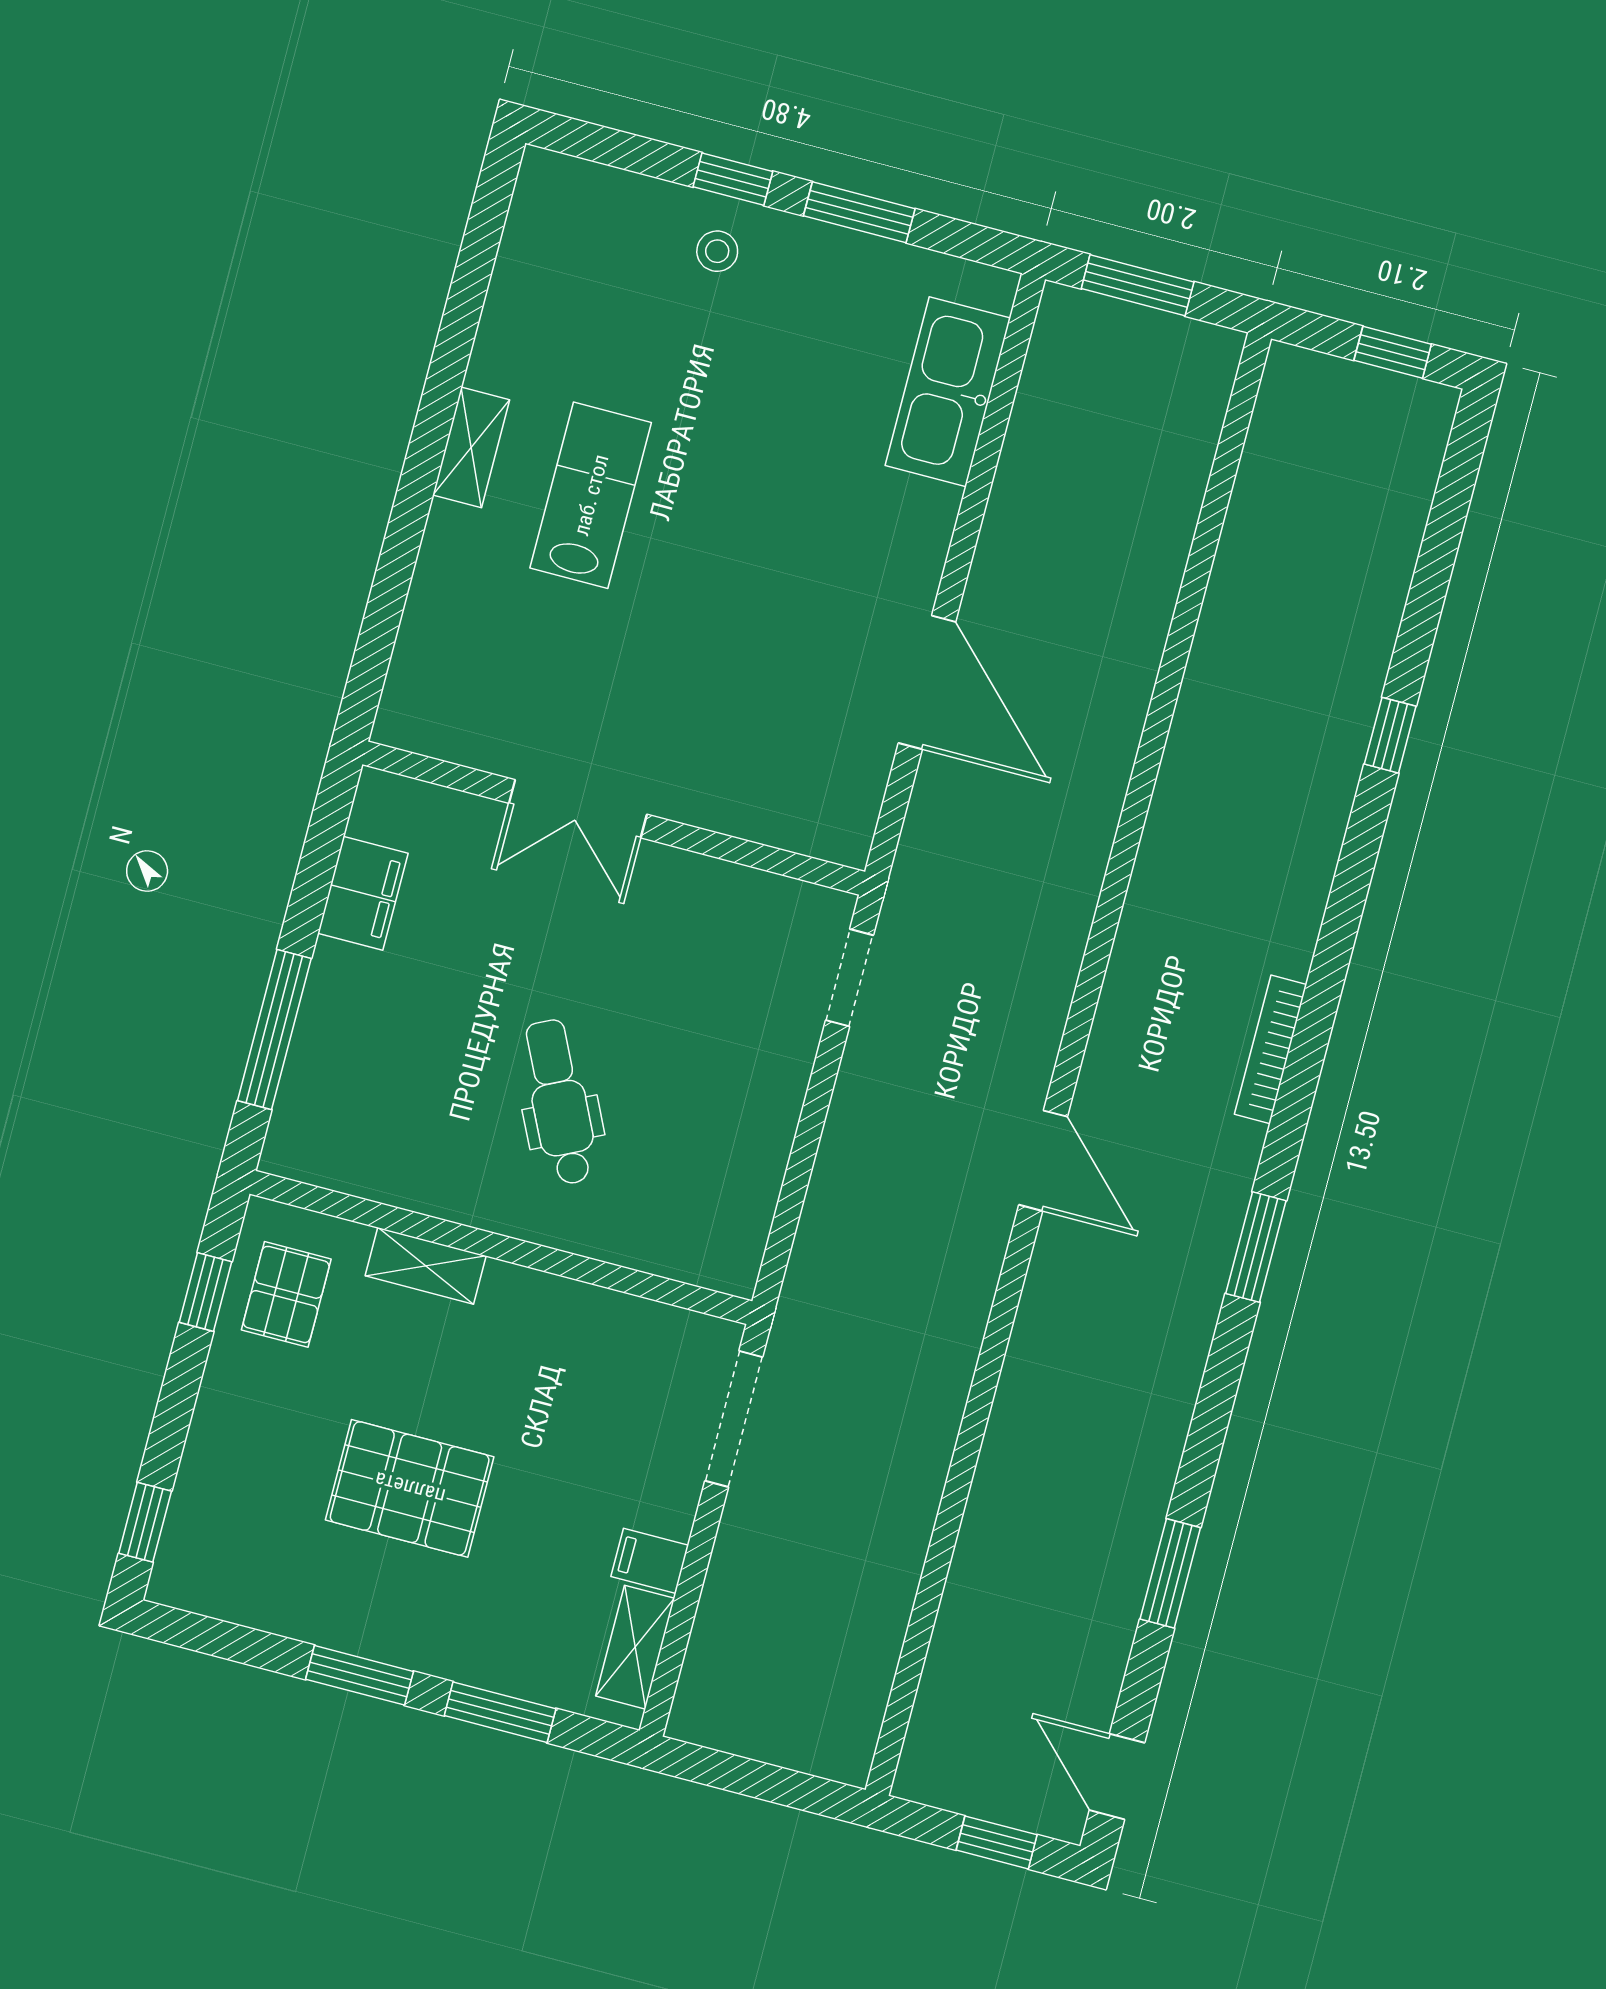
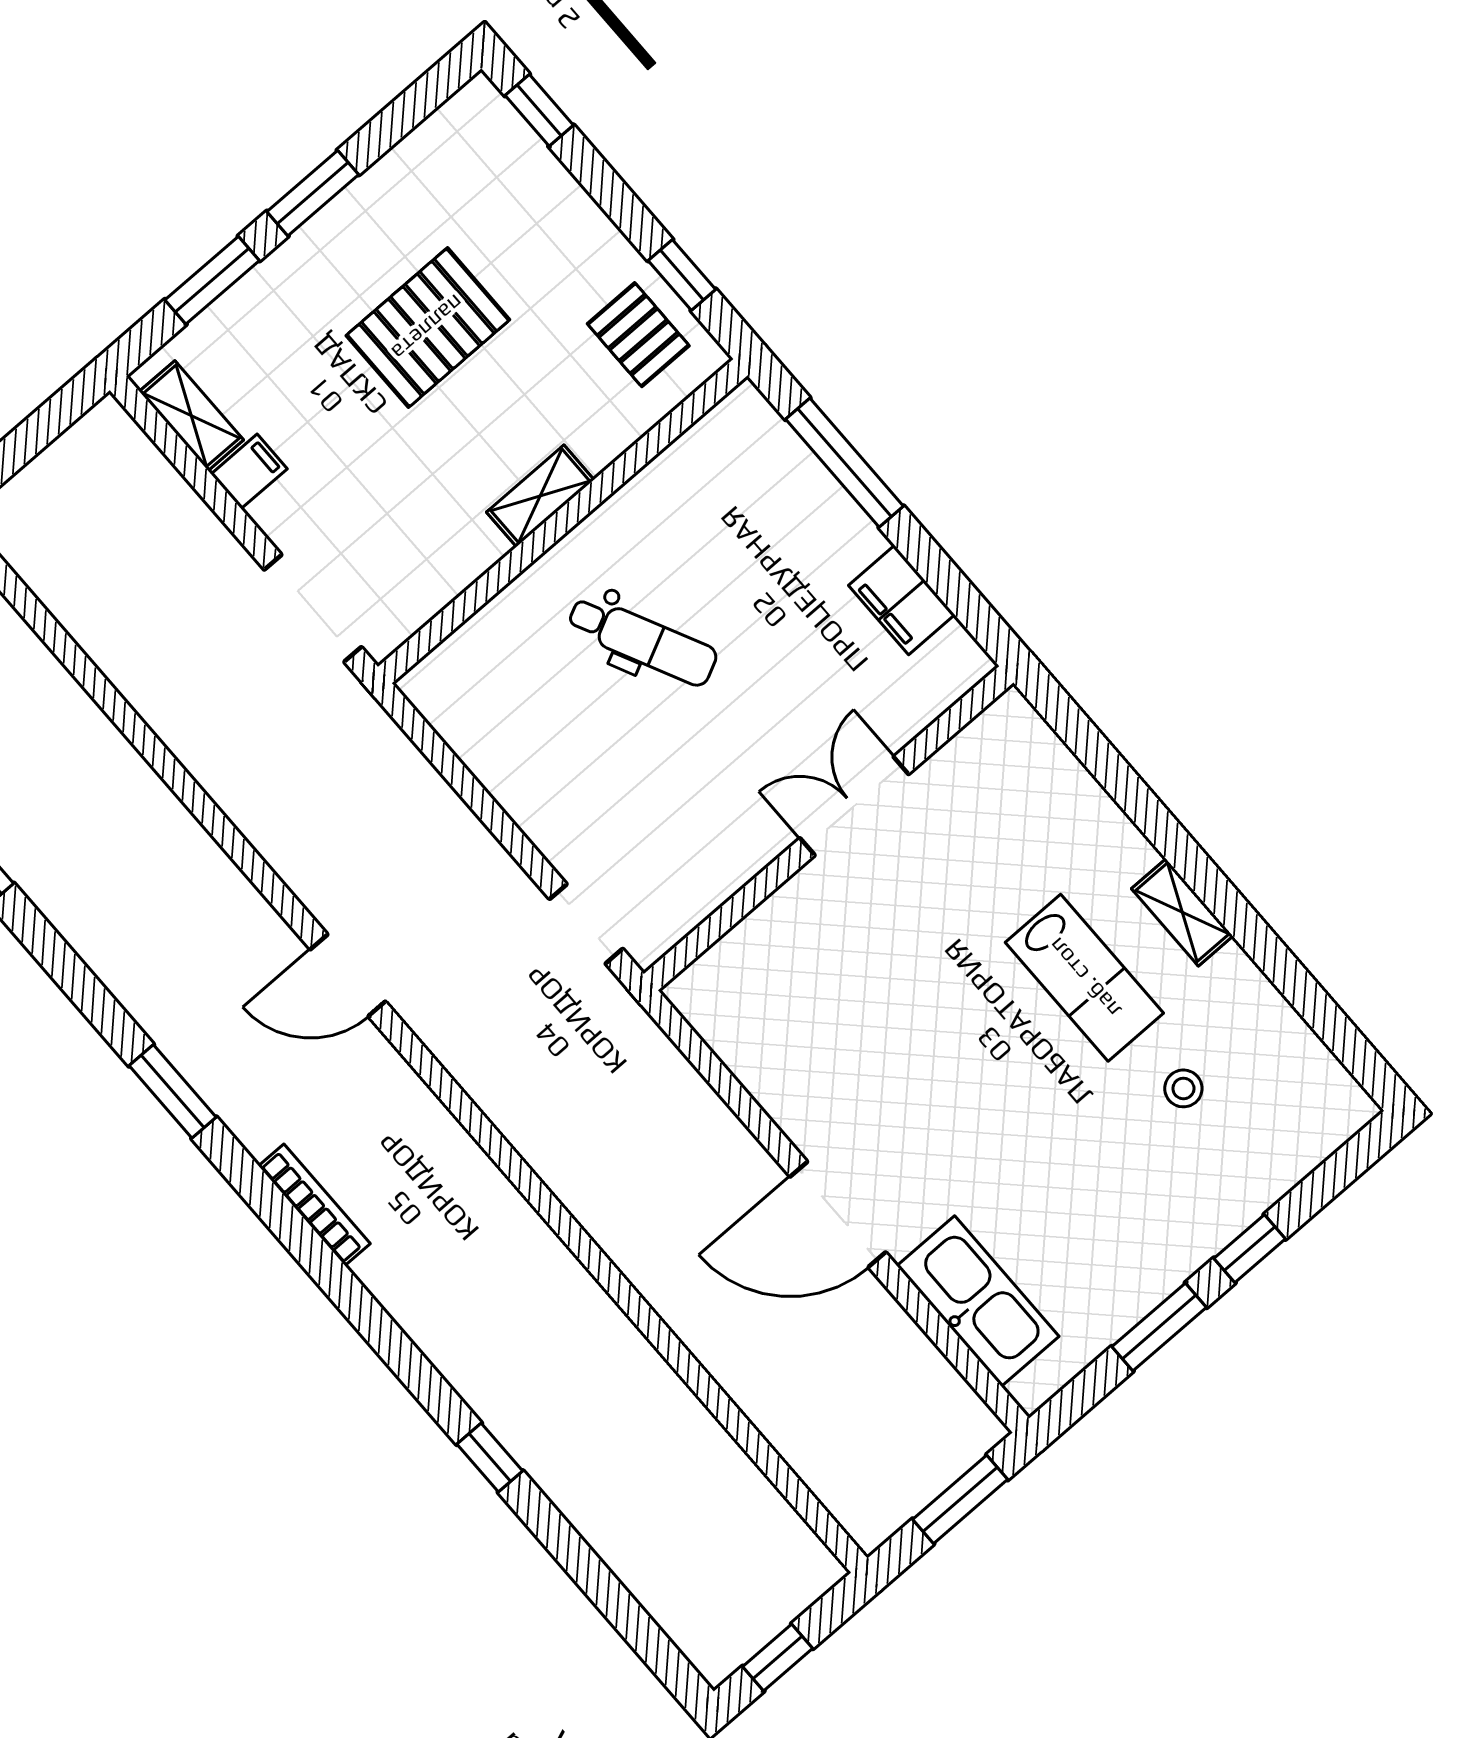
stool: (717, 251) -> (1183, 1088), moved
door: (927, 682) -> (838, 1214), moved
shelving: (426, 1266) -> (540, 496), moved

